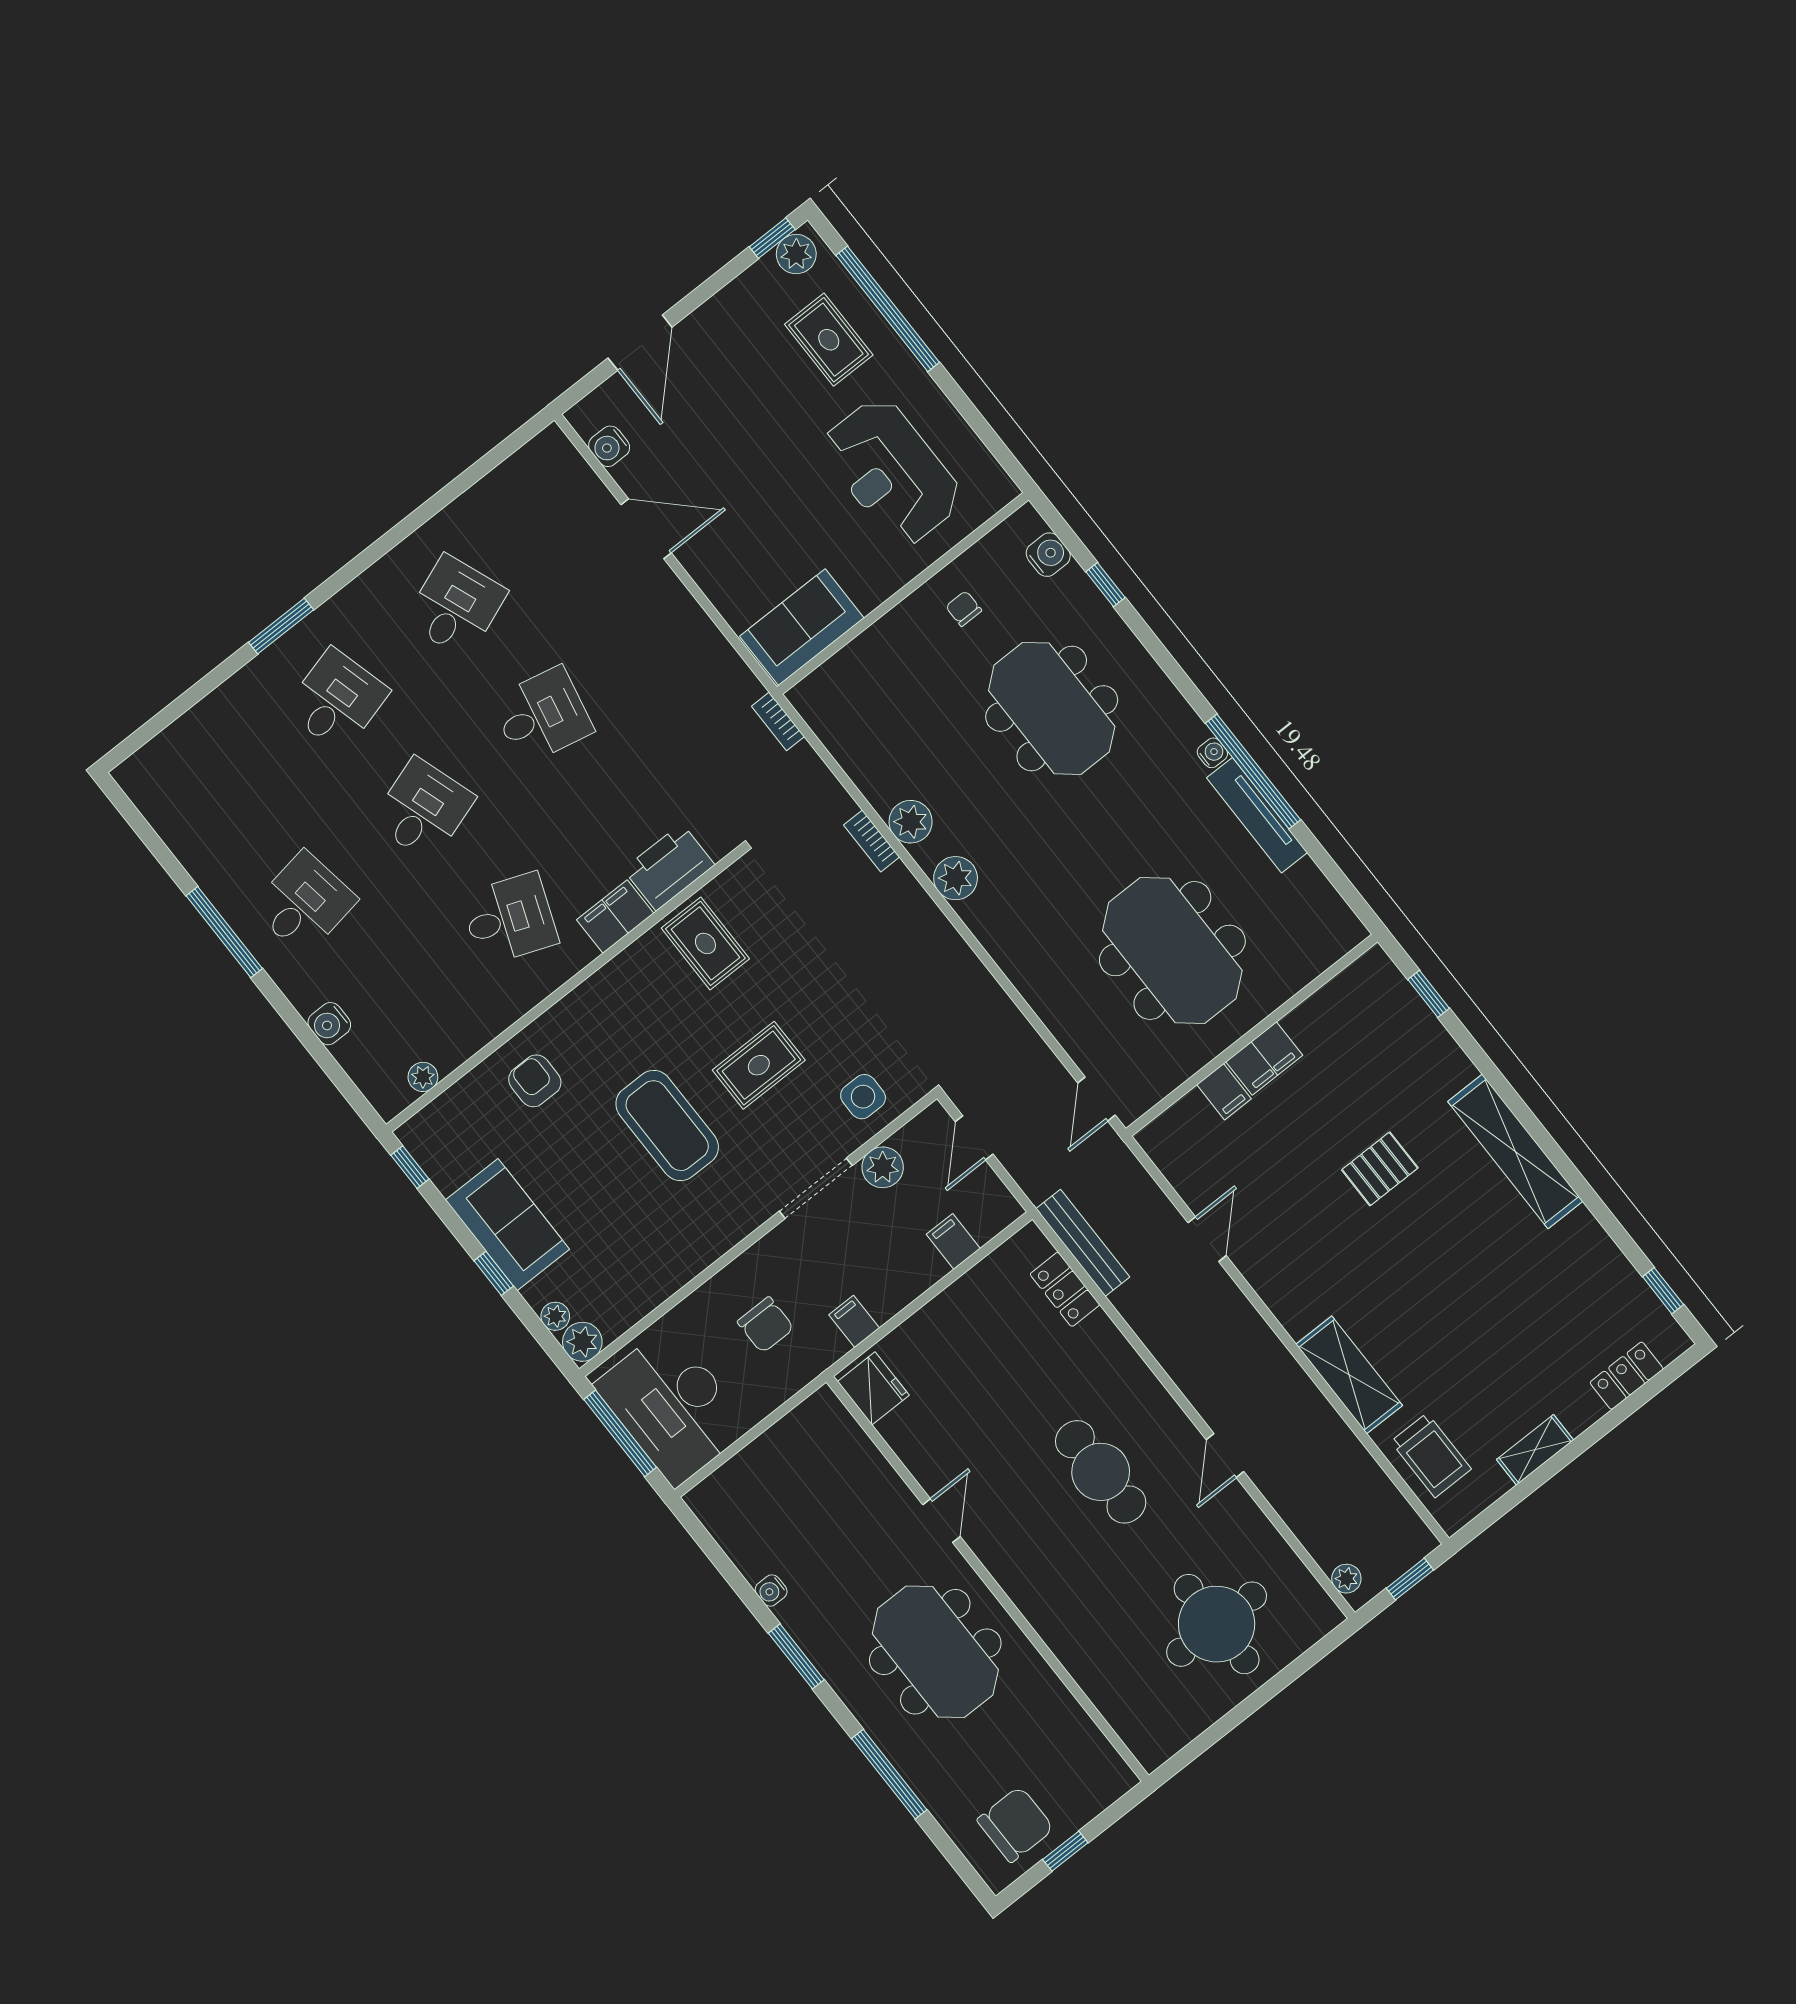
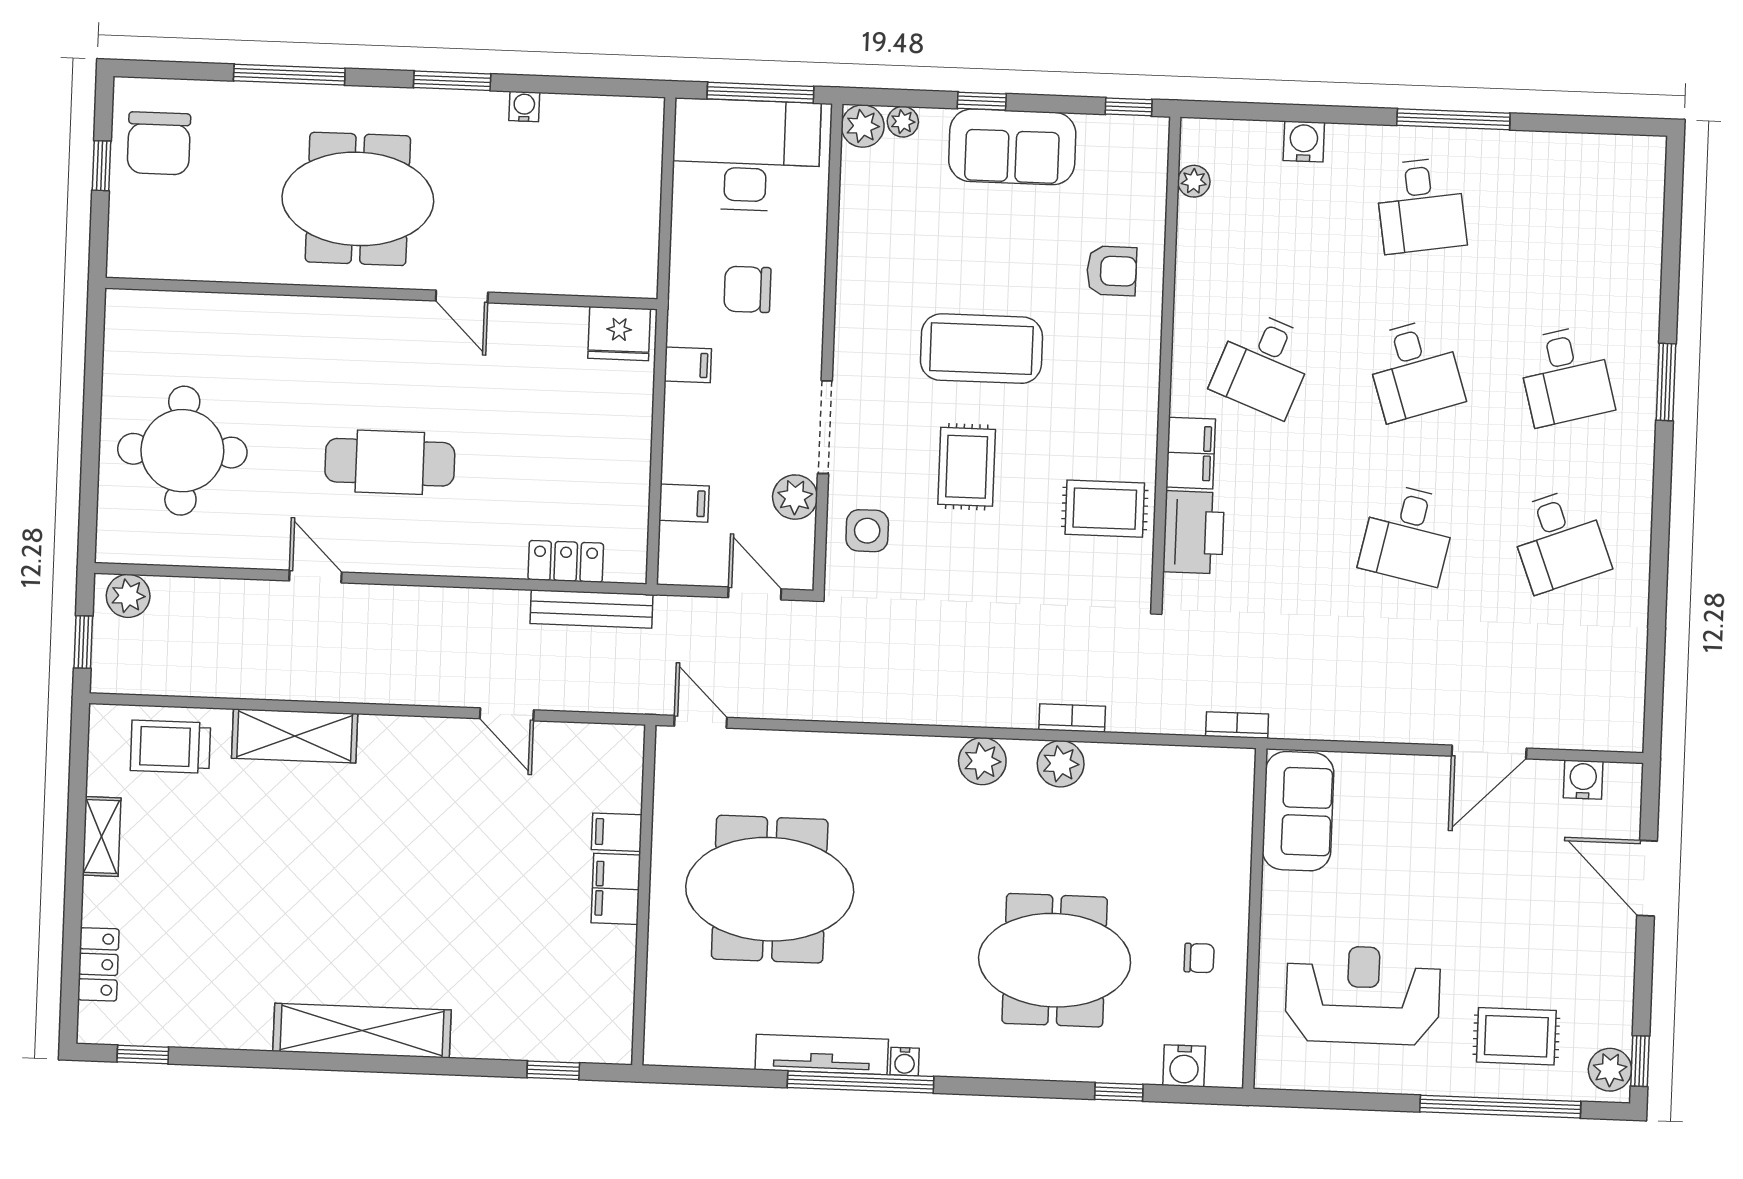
pallet: (1380, 1169) -> (443, 906), removed
plant: (1346, 1579) -> (128, 596), width x1.38, depth x1.38

